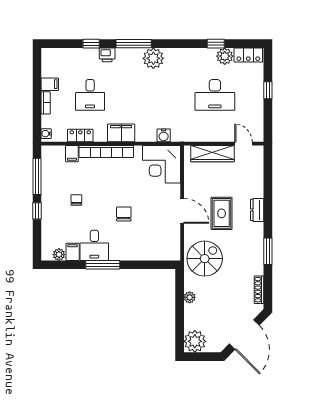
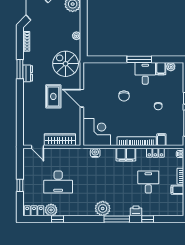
desk: (215, 95) -> (58, 182), turned 180
dresser: (257, 210) -> (28, 73), moved
spiral stairs: (205, 259) -> (66, 64), turned 90

